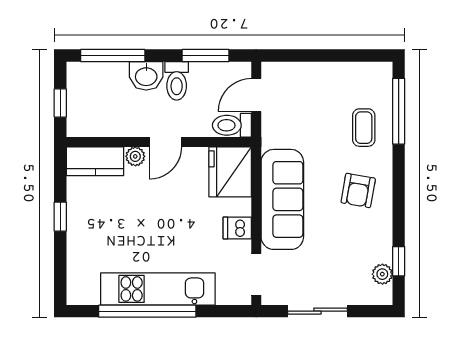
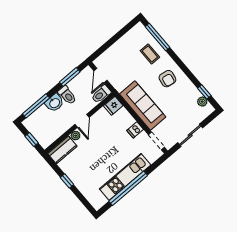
fridge: (230, 172) -> (113, 106), width x0.53, depth x0.75

